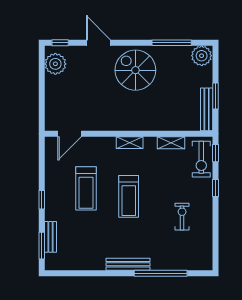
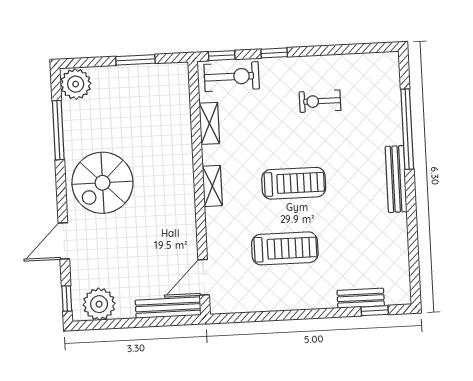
bench: (207, 109) -> (168, 308), moved
door: (70, 134) -> (204, 277), swing flipped
window: (42, 200) -> (305, 314), removed
window: (42, 246) -> (375, 311), width x0.67

